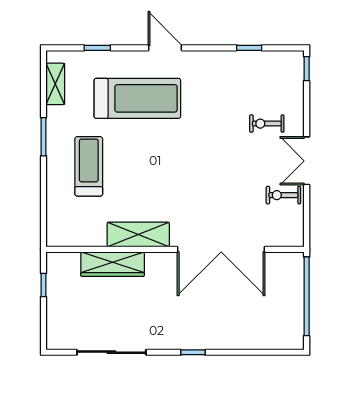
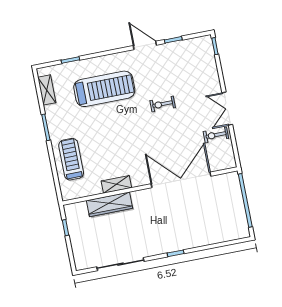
door: (165, 48) -> (145, 45), moved
exercise bike: (267, 124) -> (163, 104), moved
treadmill: (89, 166) -> (71, 159), moved
shelving: (138, 235) -> (116, 184), width x0.67, depth x0.75
double door: (221, 249) -> (181, 180), swing flipped

